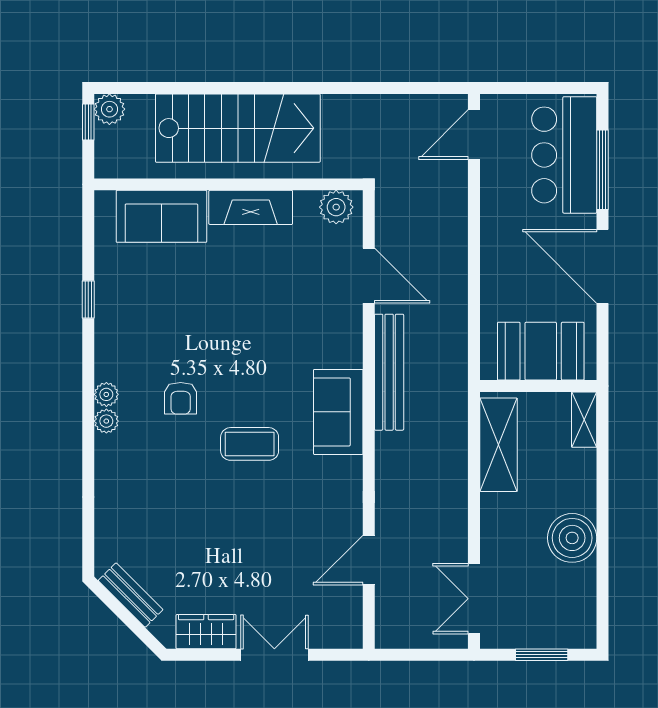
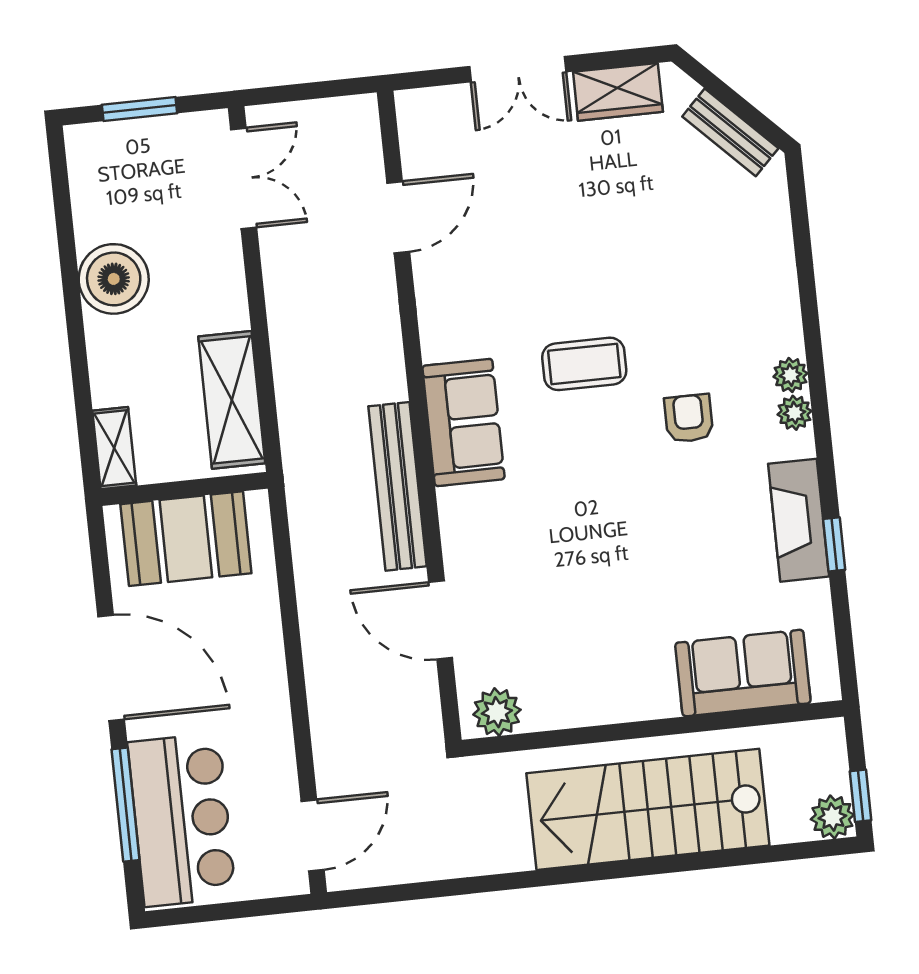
fireplace: (251, 207) -> (799, 520), moved, turned -90

